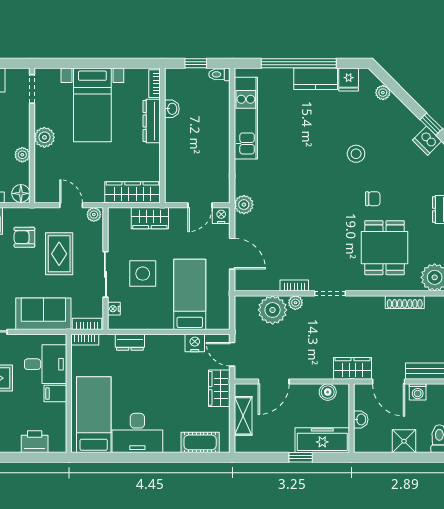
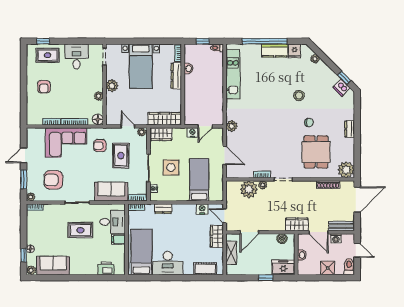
nightstand: (221, 216) -> (192, 133), moved
wardrobe: (150, 218) -> (161, 134), moved
freezer: (322, 440) -> (283, 267), width x0.71

